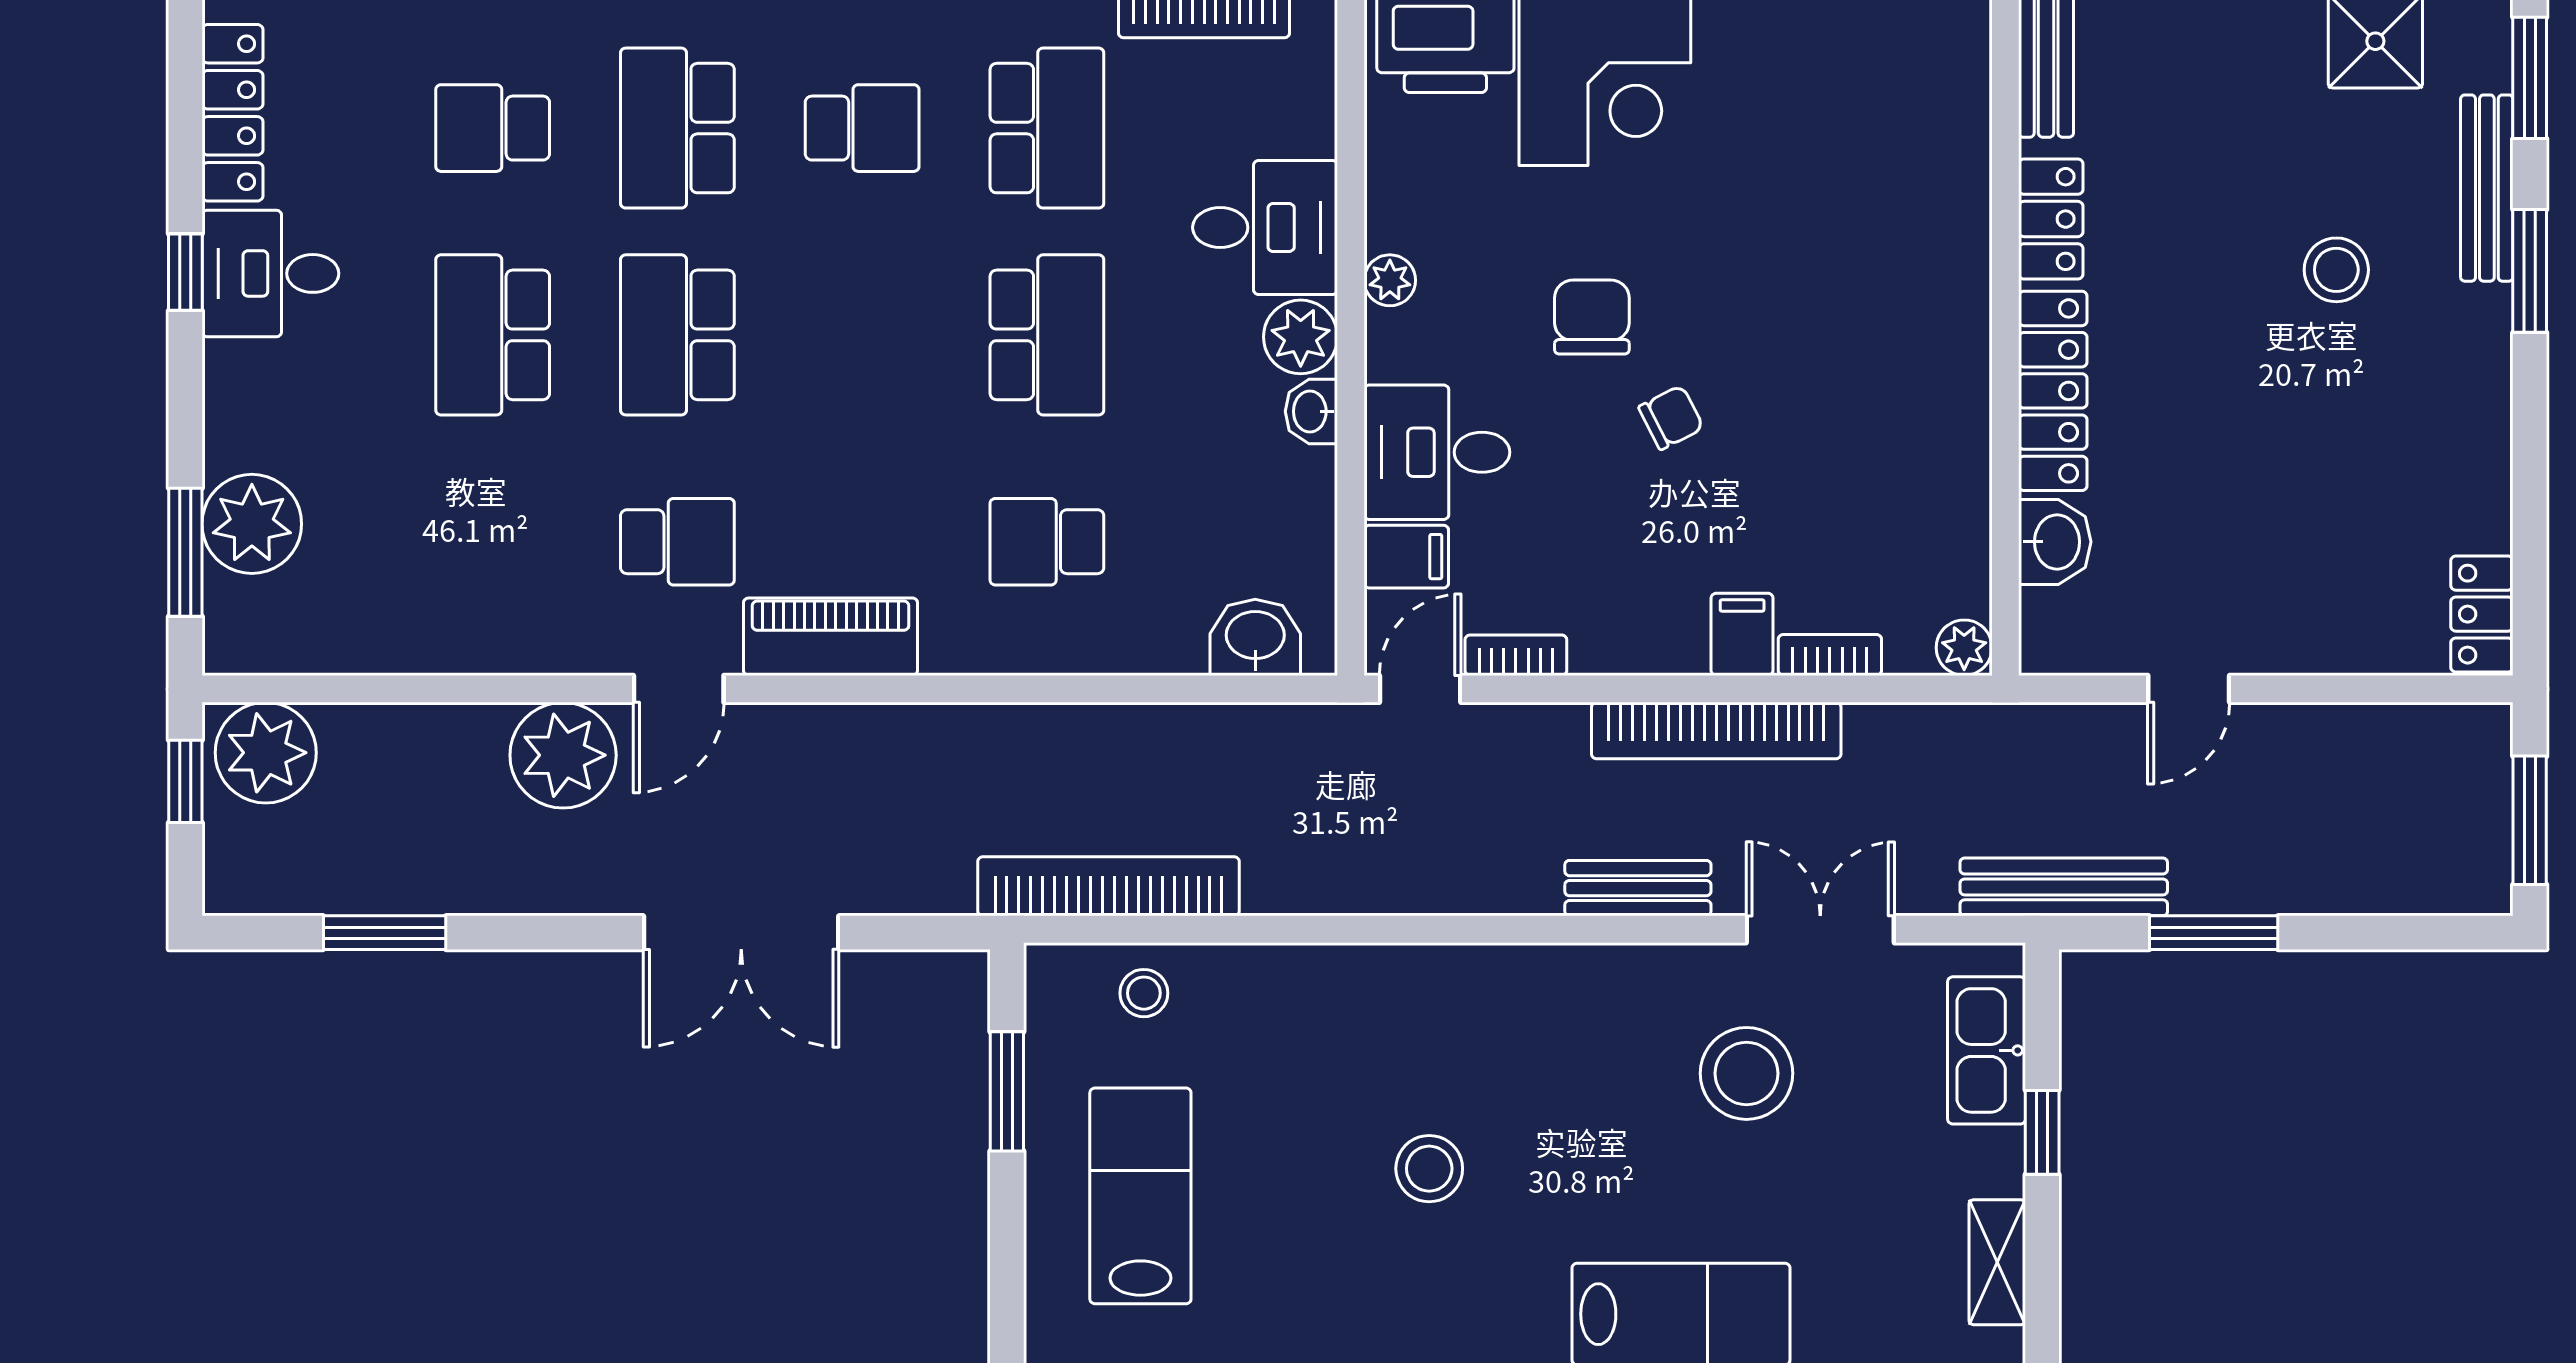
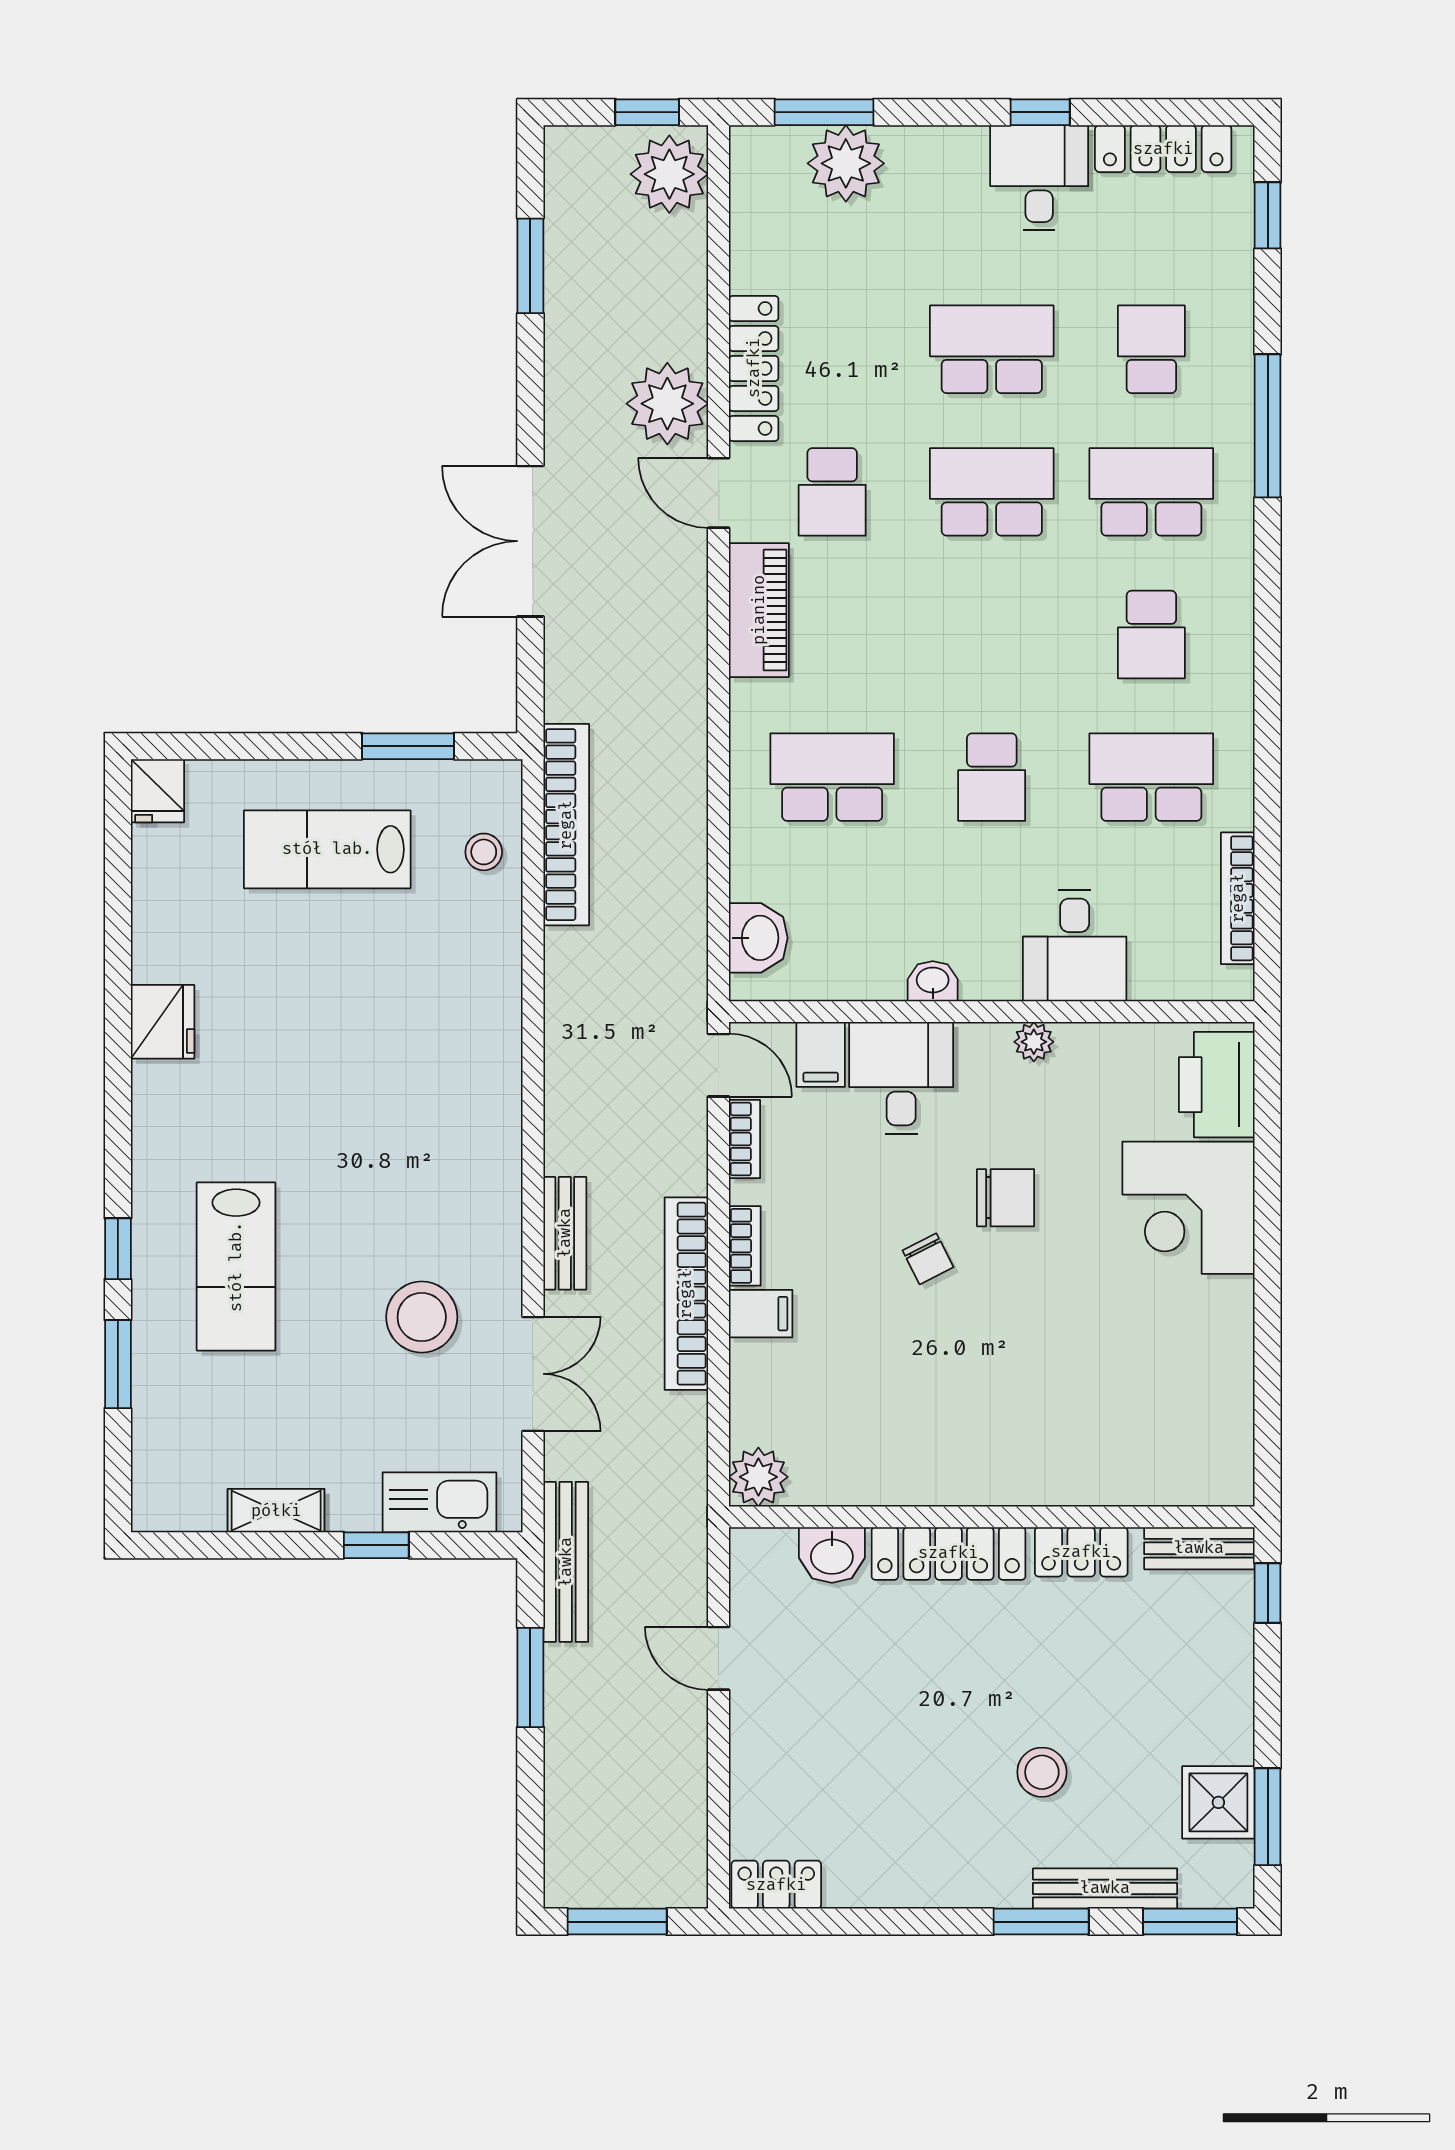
school desk: (1047, 128) -> (1151, 777), turned 180
school desk: (1047, 335) -> (992, 777), width x0.54
plant: (1301, 337) -> (990, 973), removed
school desk: (1047, 542) -> (832, 777), width x1.85
locker: (517, 643) -> (754, 368), added
plant: (1964, 648) -> (758, 1477), width x1.38, depth x1.38
bookcase: (1830, 655) -> (745, 1246), moved
stool: (1429, 1169) -> (348, 1072), removed
lab bench: (1140, 1196) -> (327, 849), turned 180

